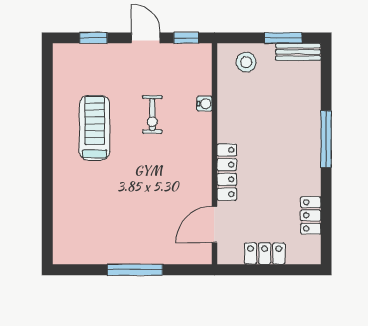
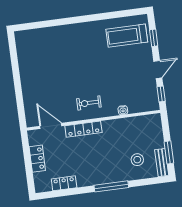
stool: (246, 62) -> (137, 160), moved
exercise bike: (152, 115) -> (89, 103), moved
treadmill: (95, 128) -> (127, 36), moved, turned 180
window: (135, 270) -> (17, 82), removed

